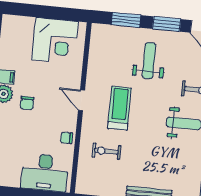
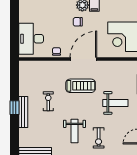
door: (81, 100) -> (83, 59), width x1.87
exercise bike: (106, 151) -> (48, 101), moved

